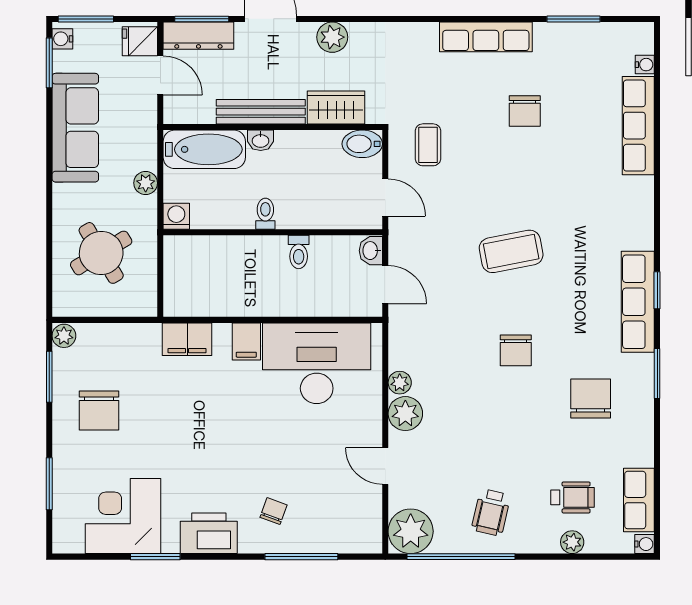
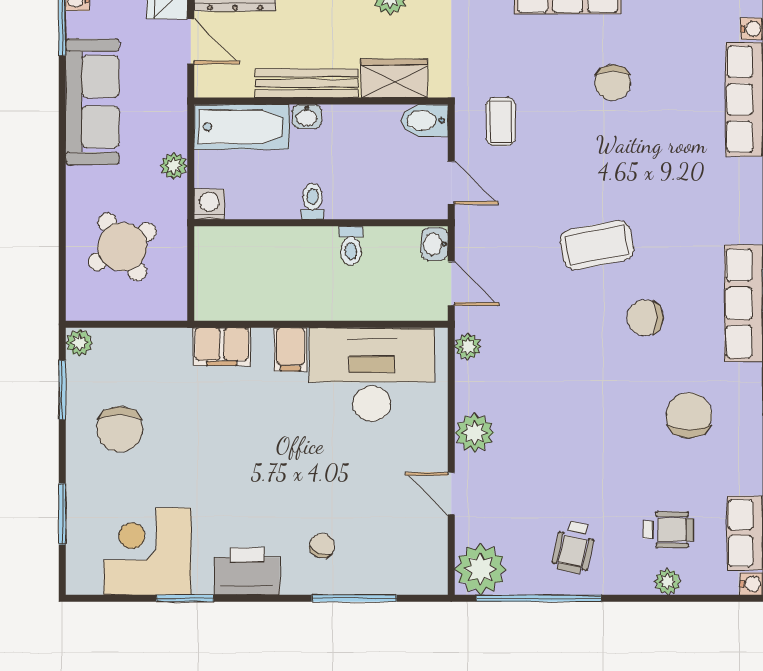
chair: (516, 350) -> (645, 318), moved, turned 90
plant: (400, 383) -> (468, 347), moved

